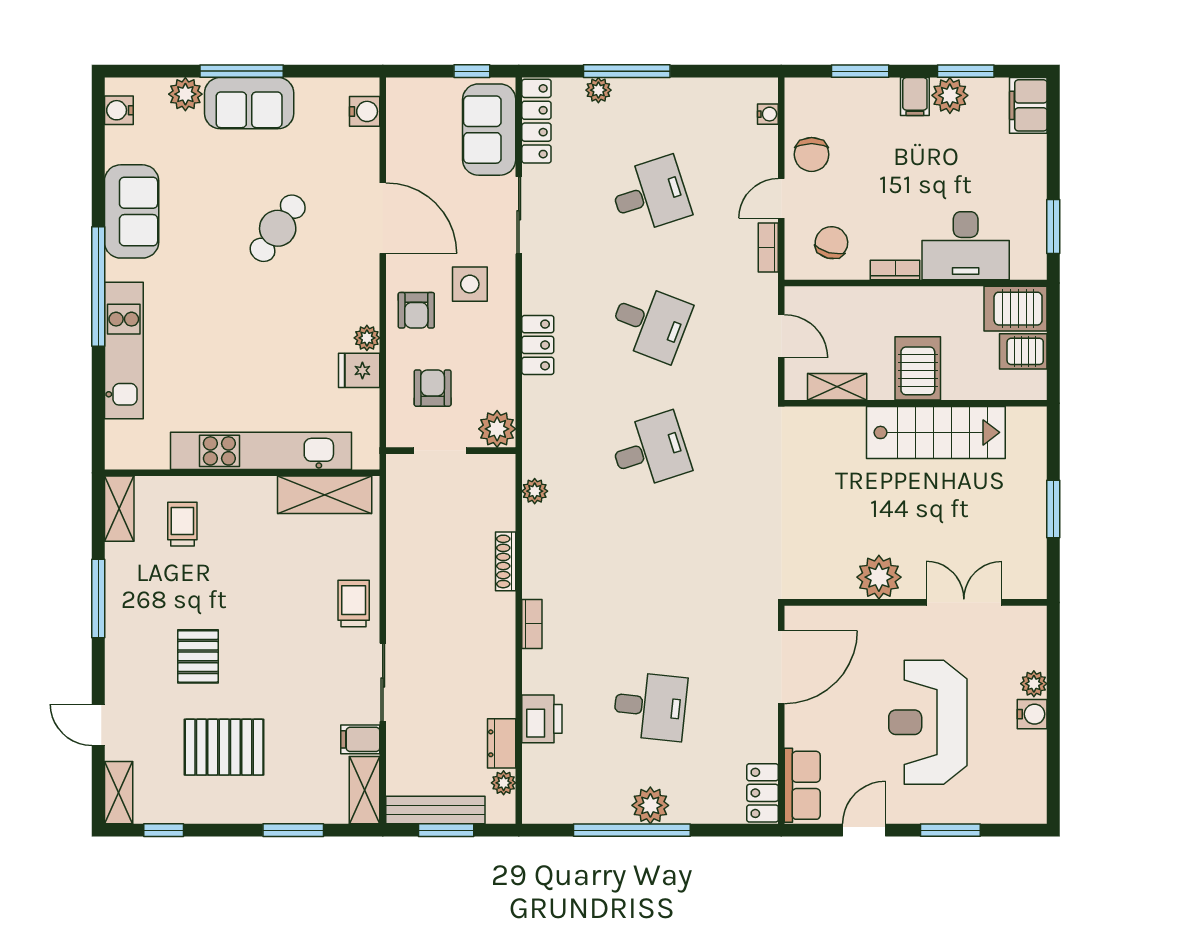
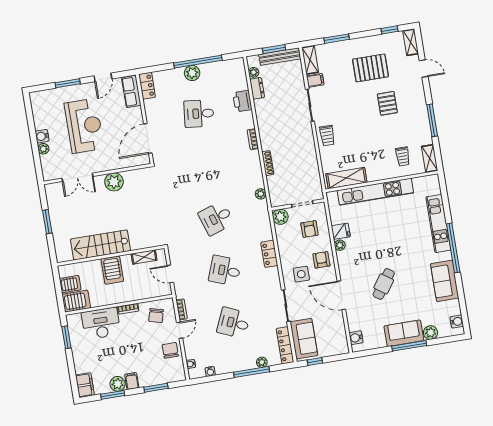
water cooler: (725, 89) -> (210, 371), added
desk: (650, 195) -> (234, 323), turned 42

